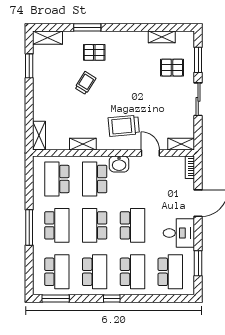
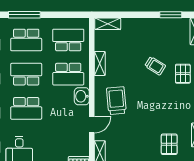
school desk: (95, 179) -> (68, 74), turned 180

